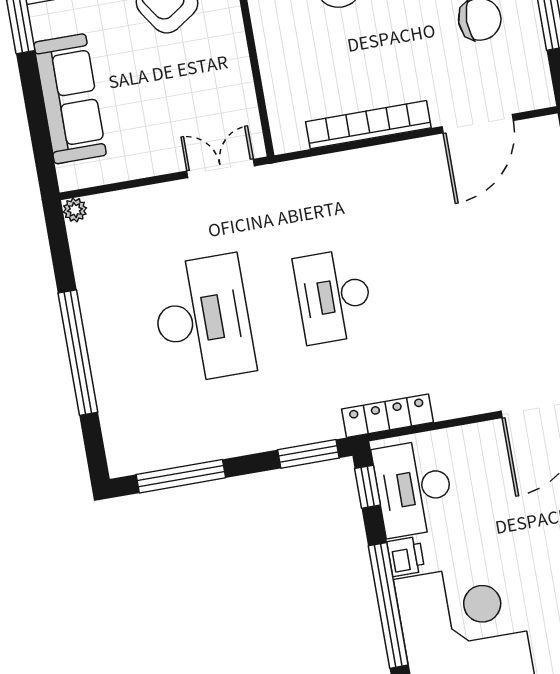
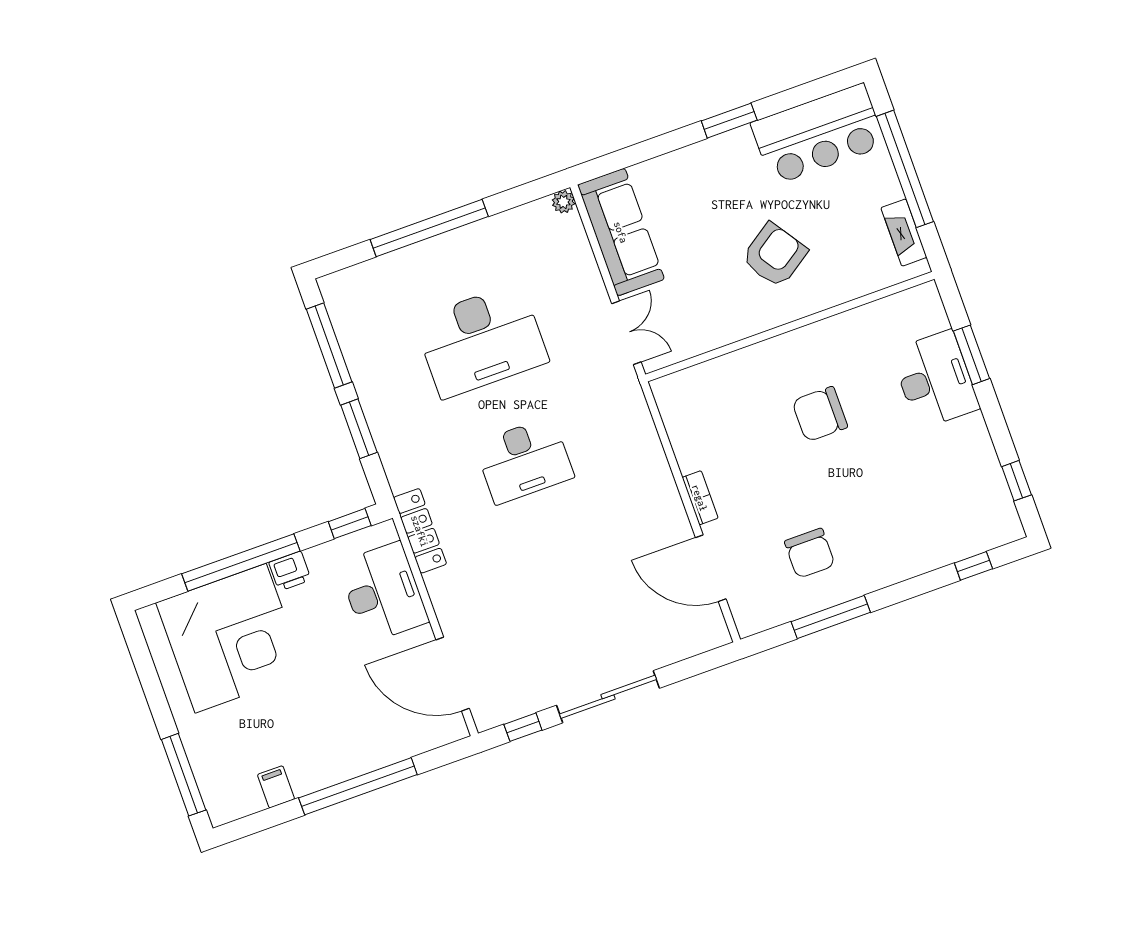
sofa: (70, 99) -> (621, 232), moved, turned -90
bookcase: (368, 125) -> (700, 498), width x0.43, depth x0.76
desk: (334, 296) -> (524, 460), turned 180
window: (308, 454) -> (359, 429), moved
desk: (414, 488) -> (383, 592), moved, turned 90

